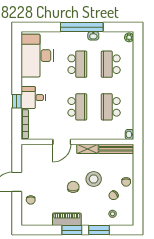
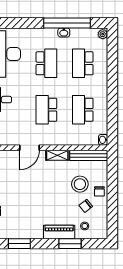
window: (82, 27) -> (67, 23), moved
school desk: (77, 107) -> (46, 110), turned 180
stool: (94, 179) -> (80, 184), moved
chair: (73, 187) -> (42, 197), removed
piano: (67, 219) -> (59, 232), moved
window: (72, 230) -> (19, 244), moved

